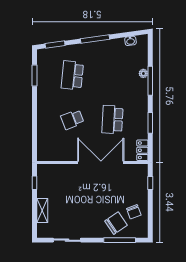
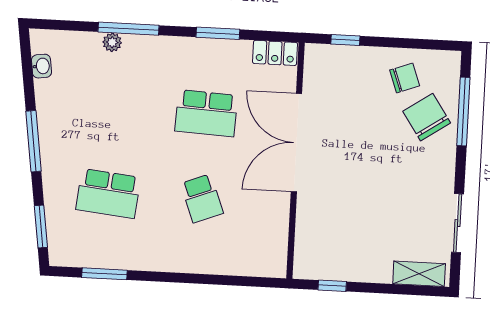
shelving: (42, 210) -> (419, 274), moved

